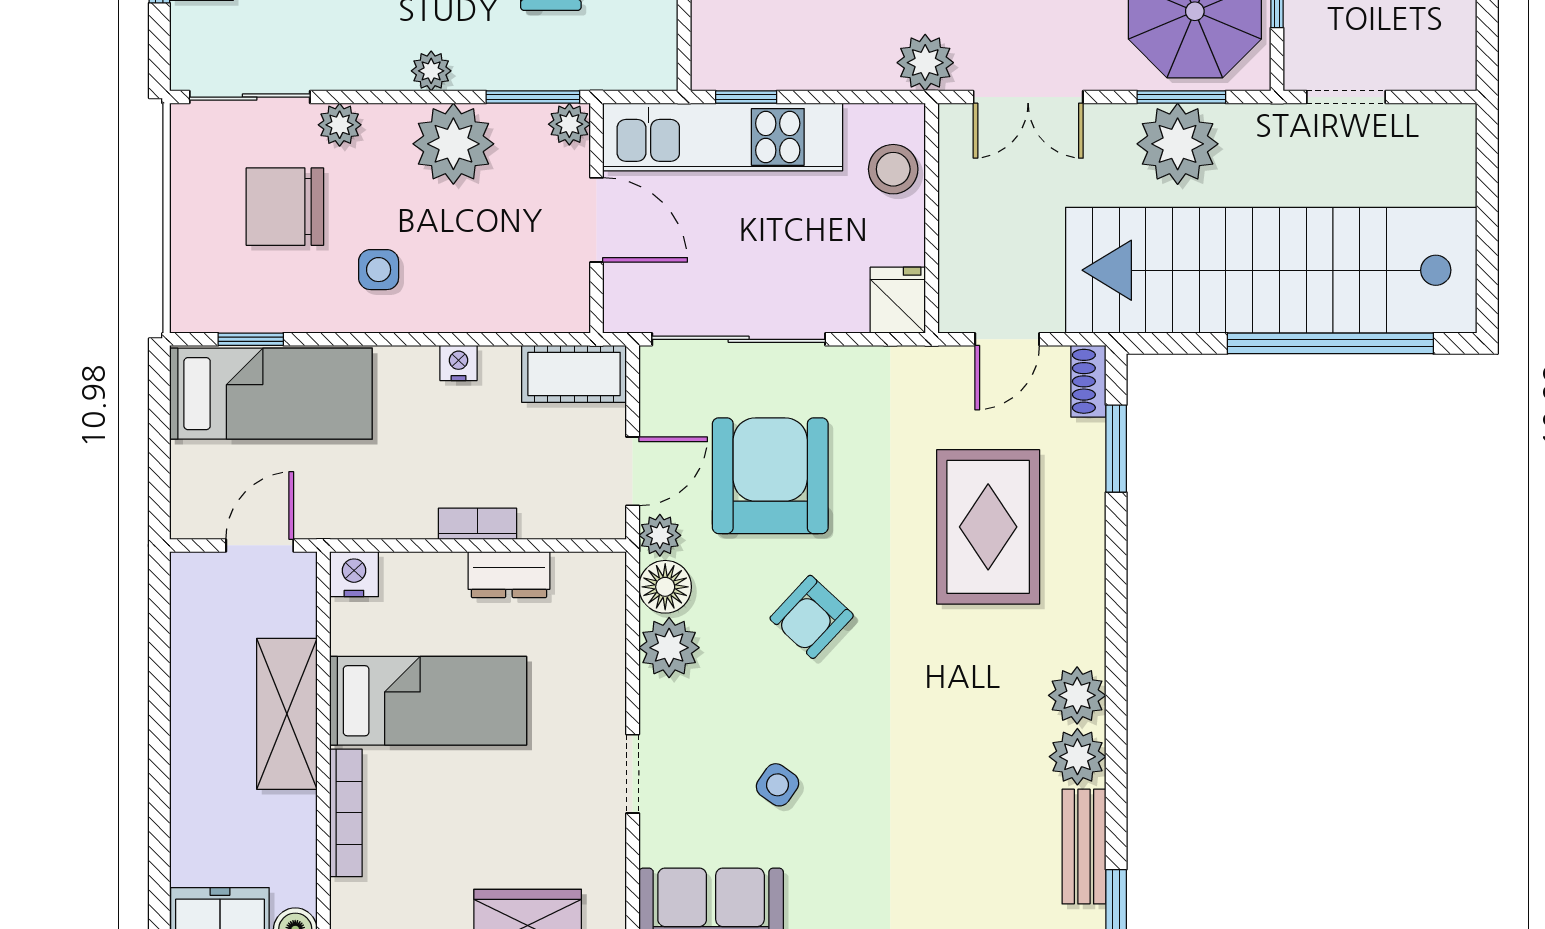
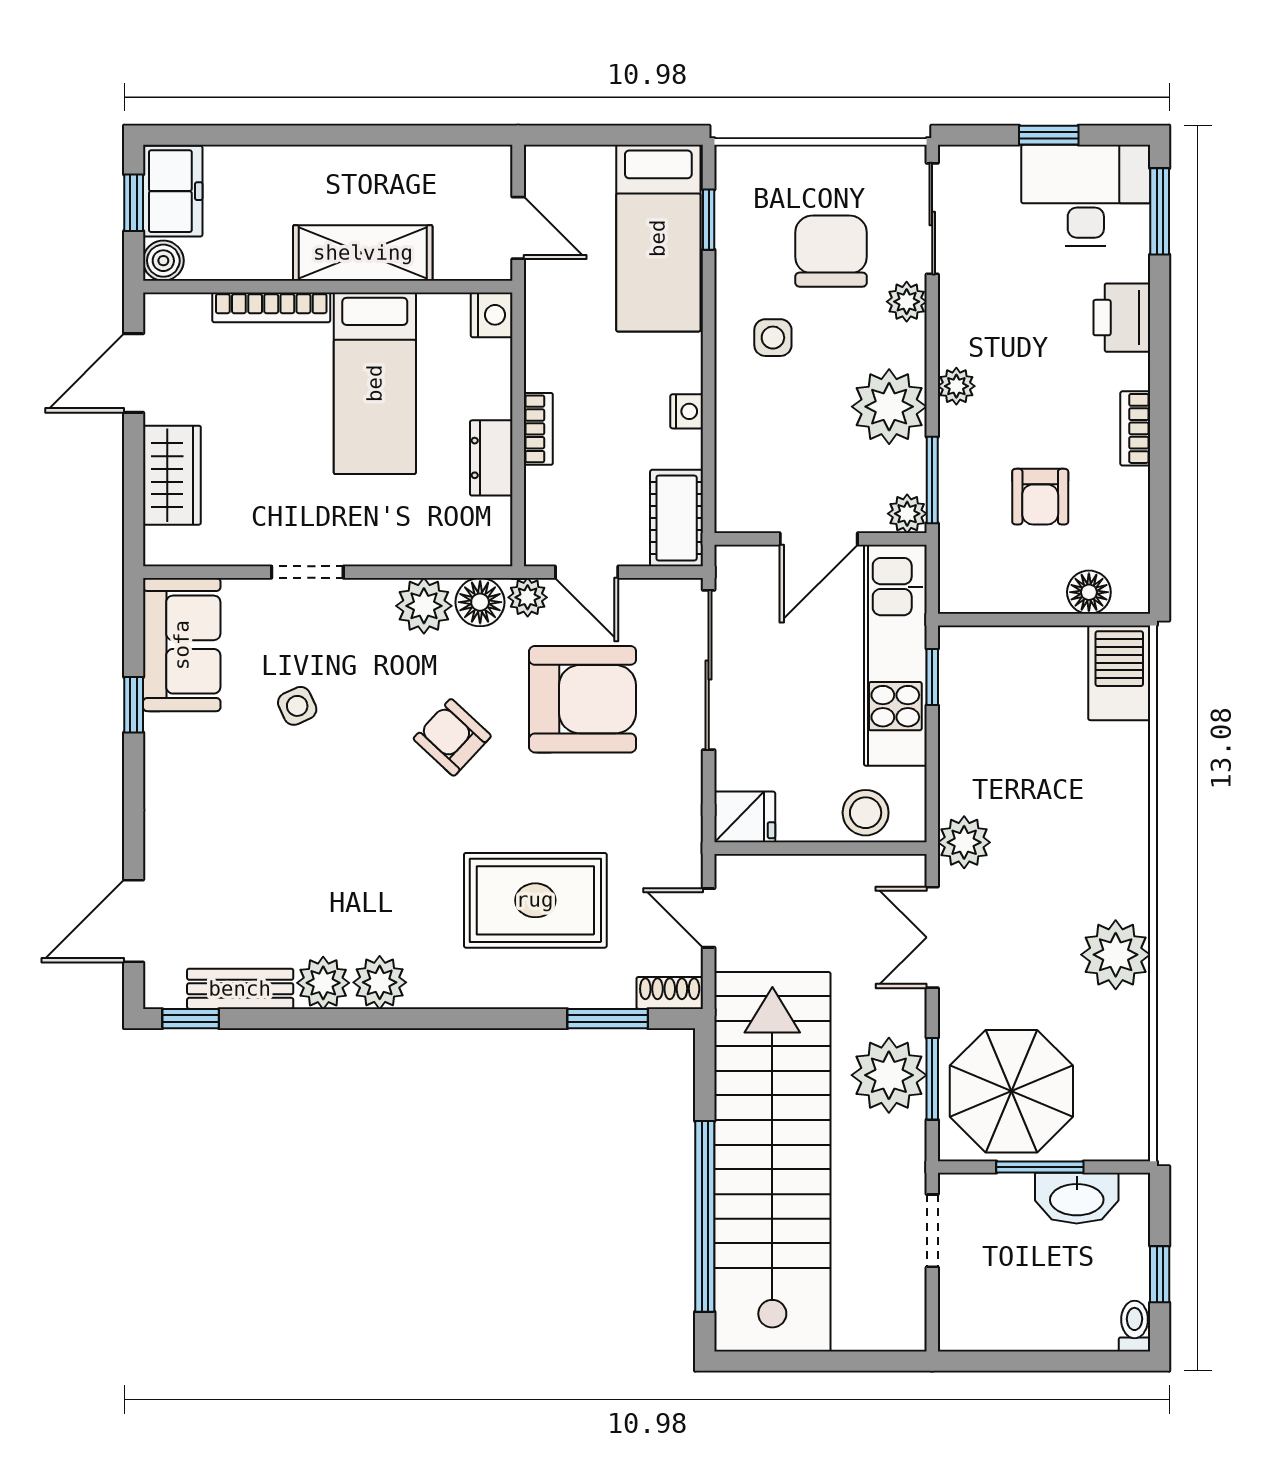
side table: (778, 785) -> (297, 706), turned 30

